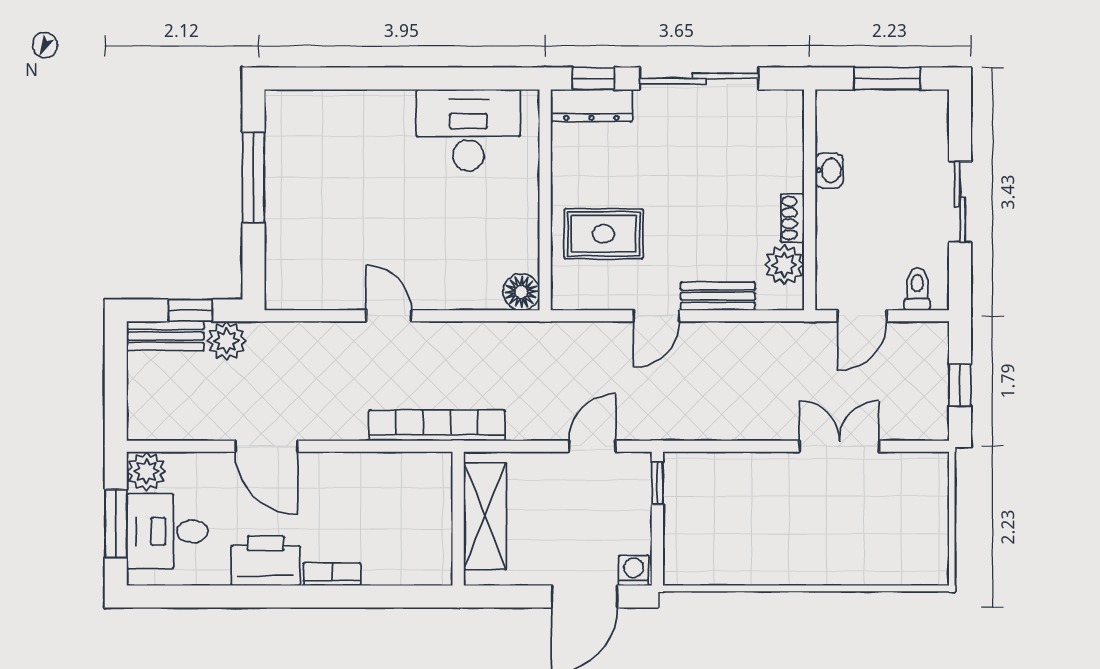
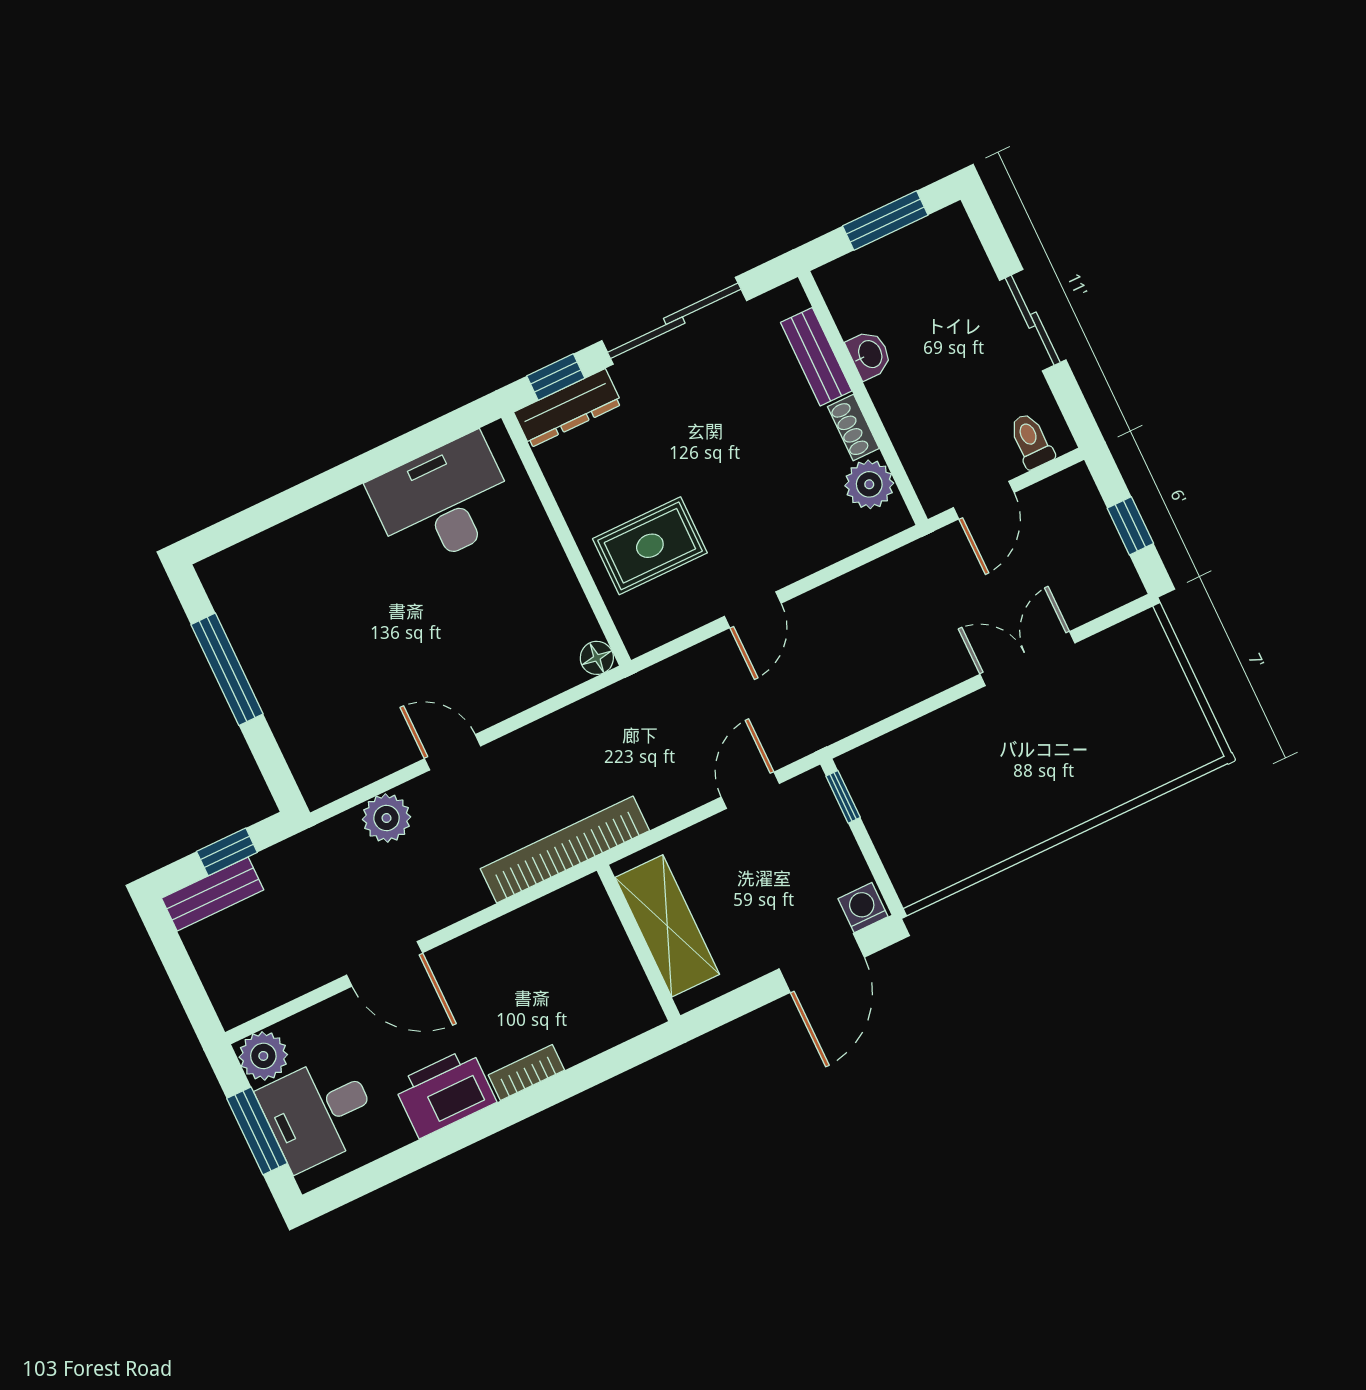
floor lamp: (521, 292) -> (597, 658), width x0.73, depth x0.73
bench: (718, 296) -> (816, 357), moved, turned 90
plant: (226, 341) -> (386, 818), moved

